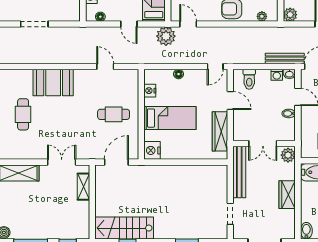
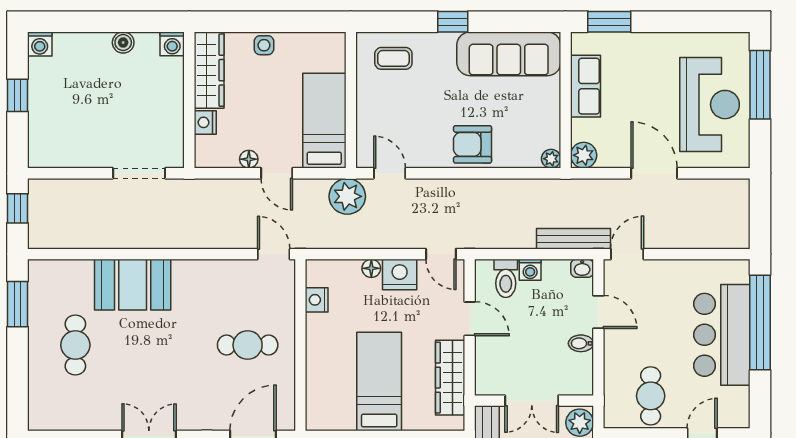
plant: (262, 16) -> (551, 159), moved
floor lamp: (100, 17) -> (249, 159), moved
doorway: (34, 24) -> (139, 173), moved
door: (105, 67) -> (274, 254), moved
door: (215, 67) -> (441, 254), hinge flipped
washing machine: (277, 75) -> (530, 270), moved
bed: (170, 118) -> (379, 381), moved, turned -90
nightstand: (152, 150) -> (400, 274), moved, turned 90

